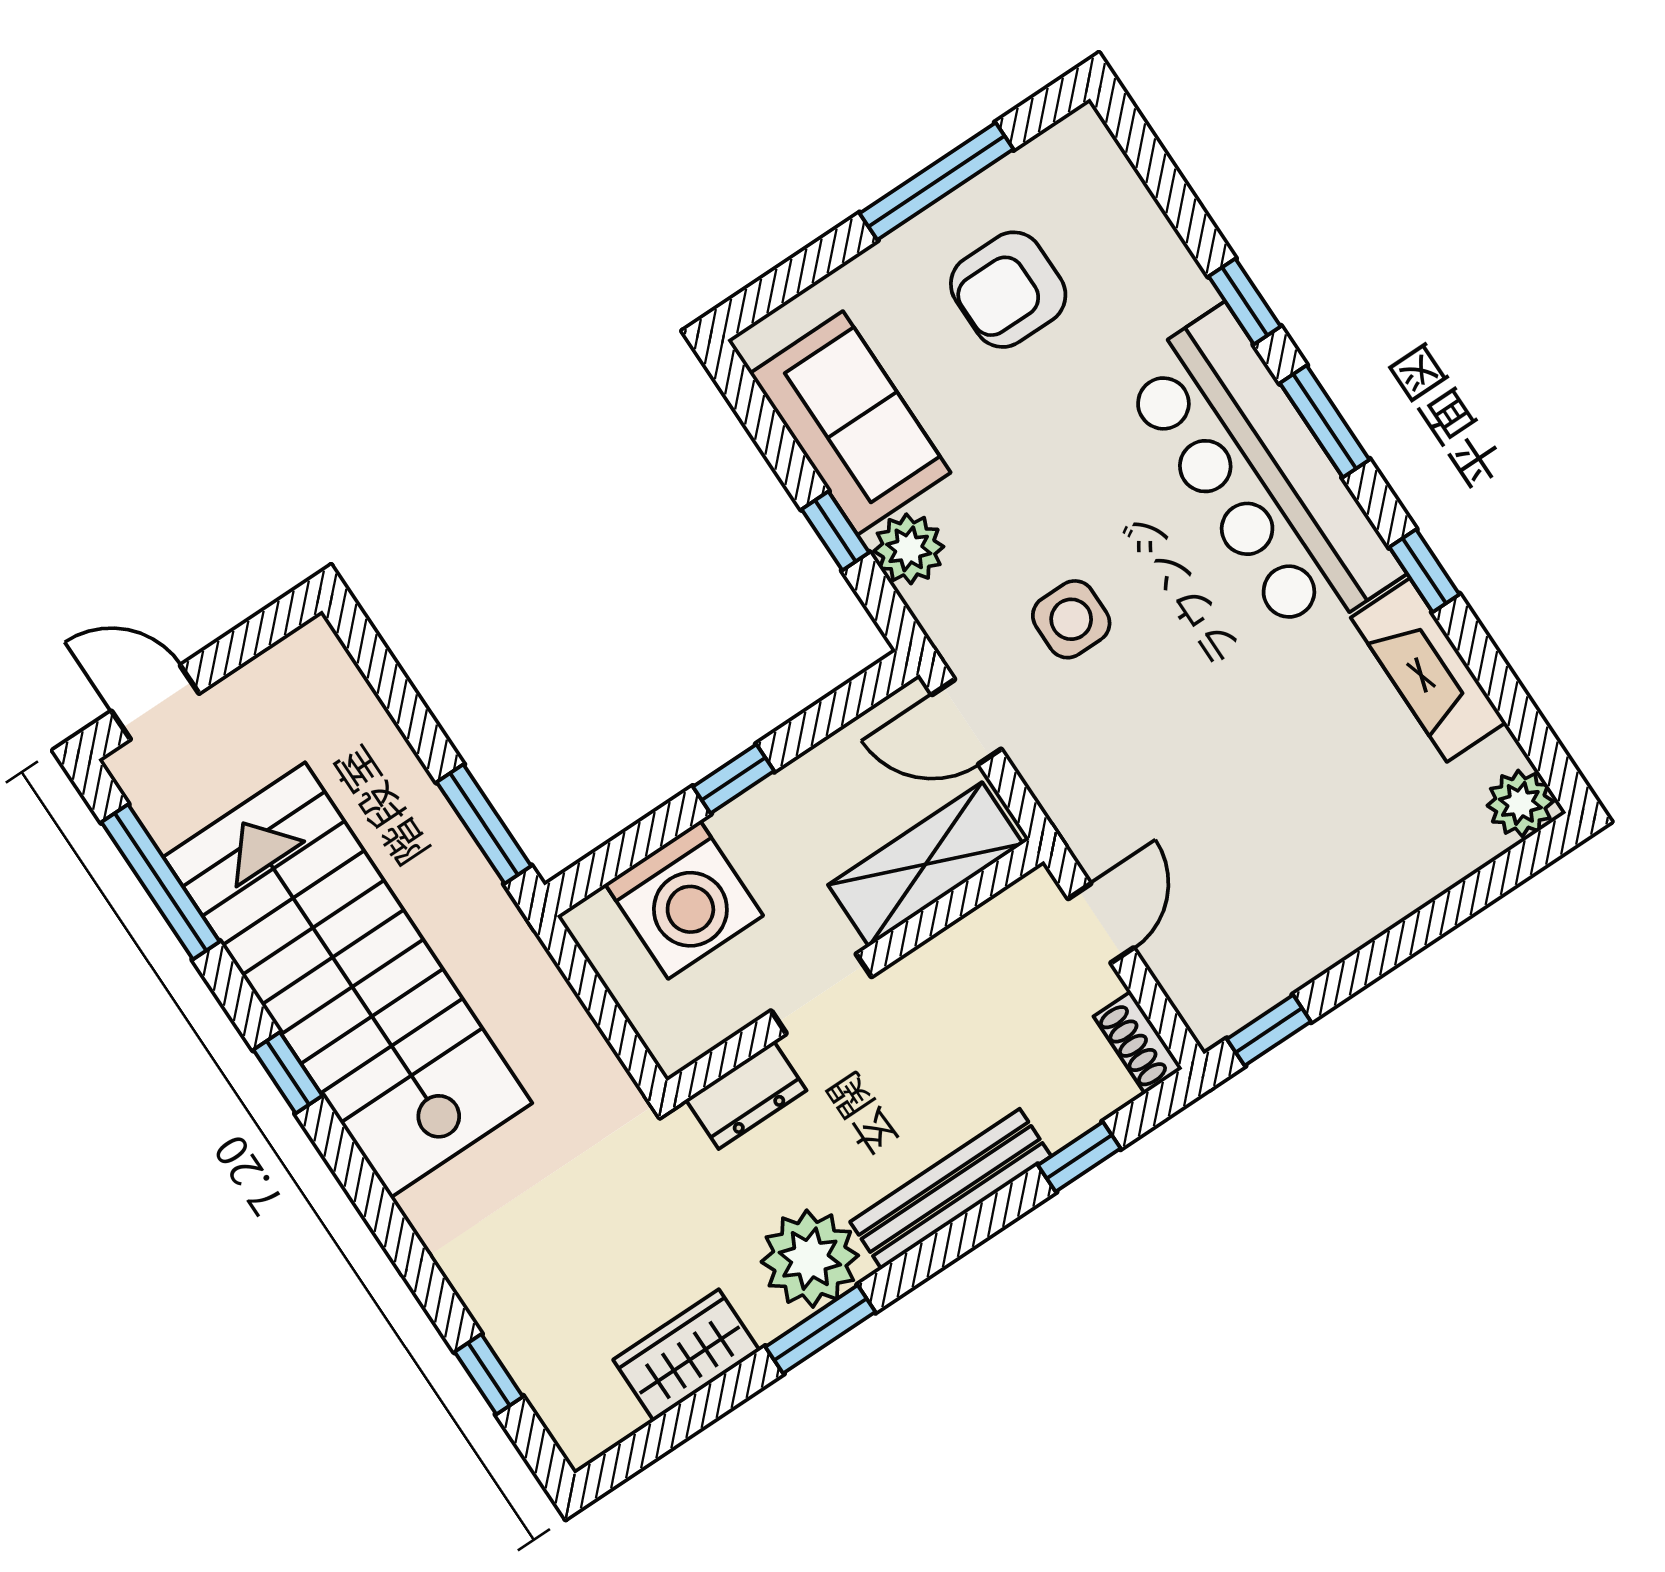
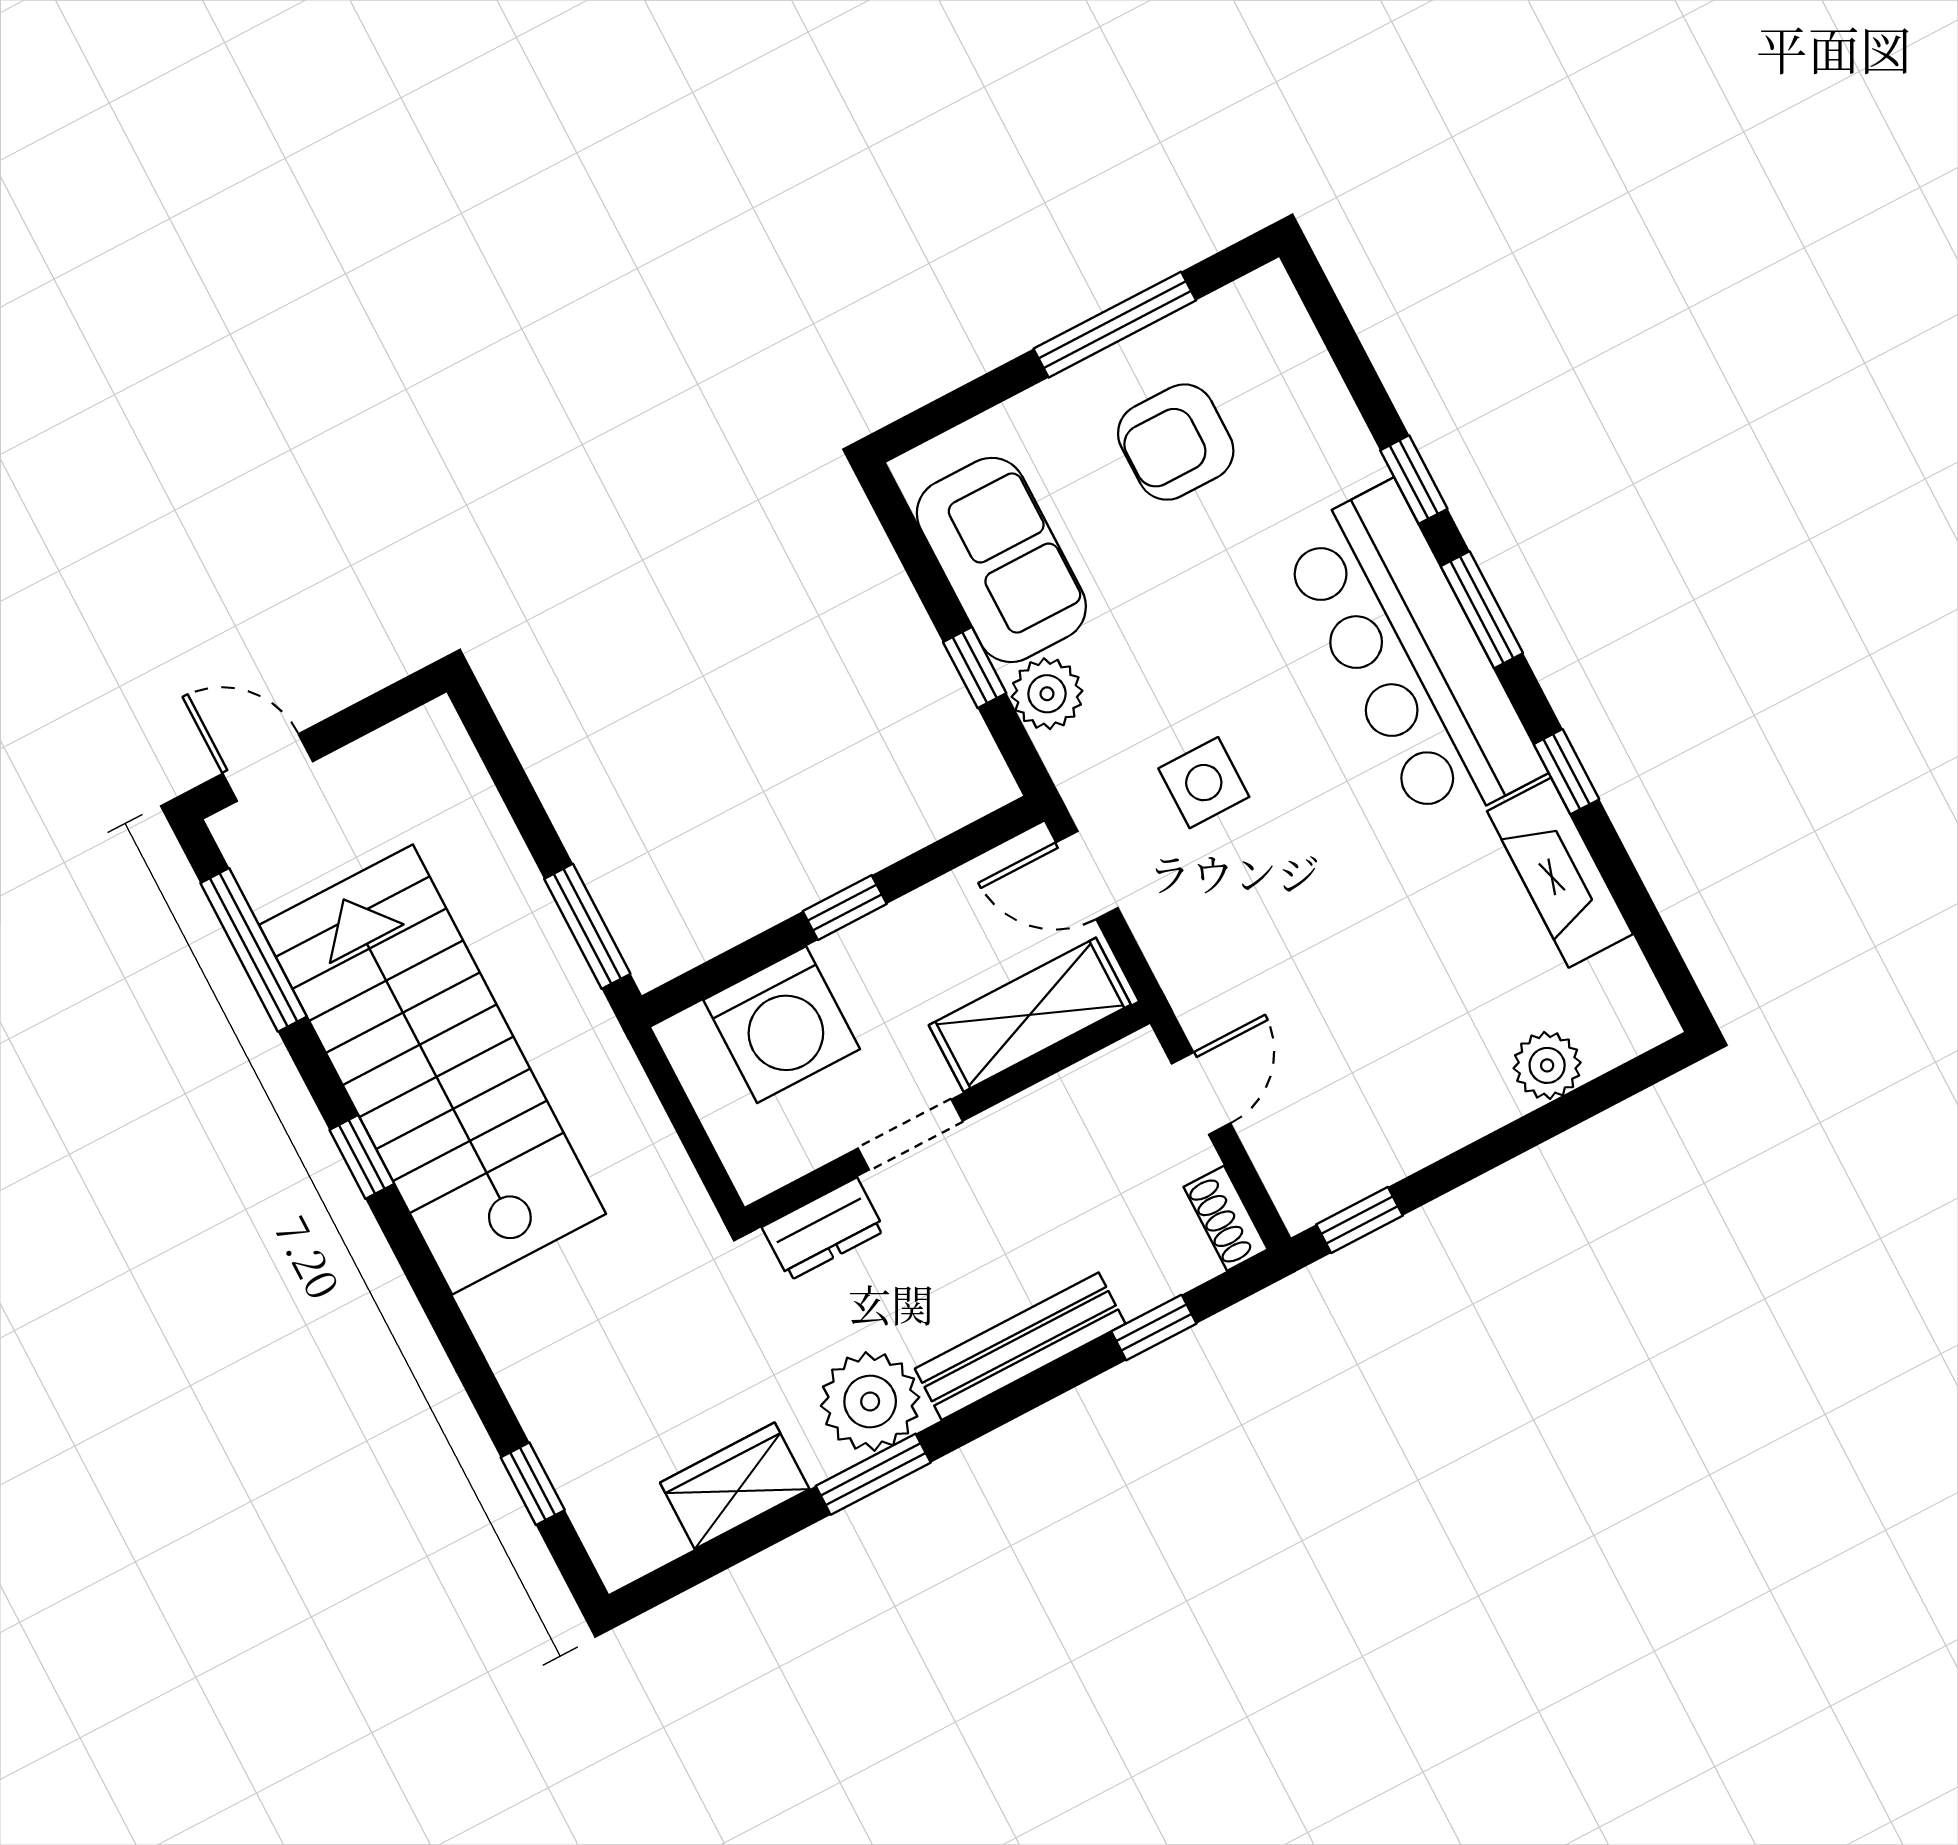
plant: (1520, 803) -> (1547, 1065), moved

